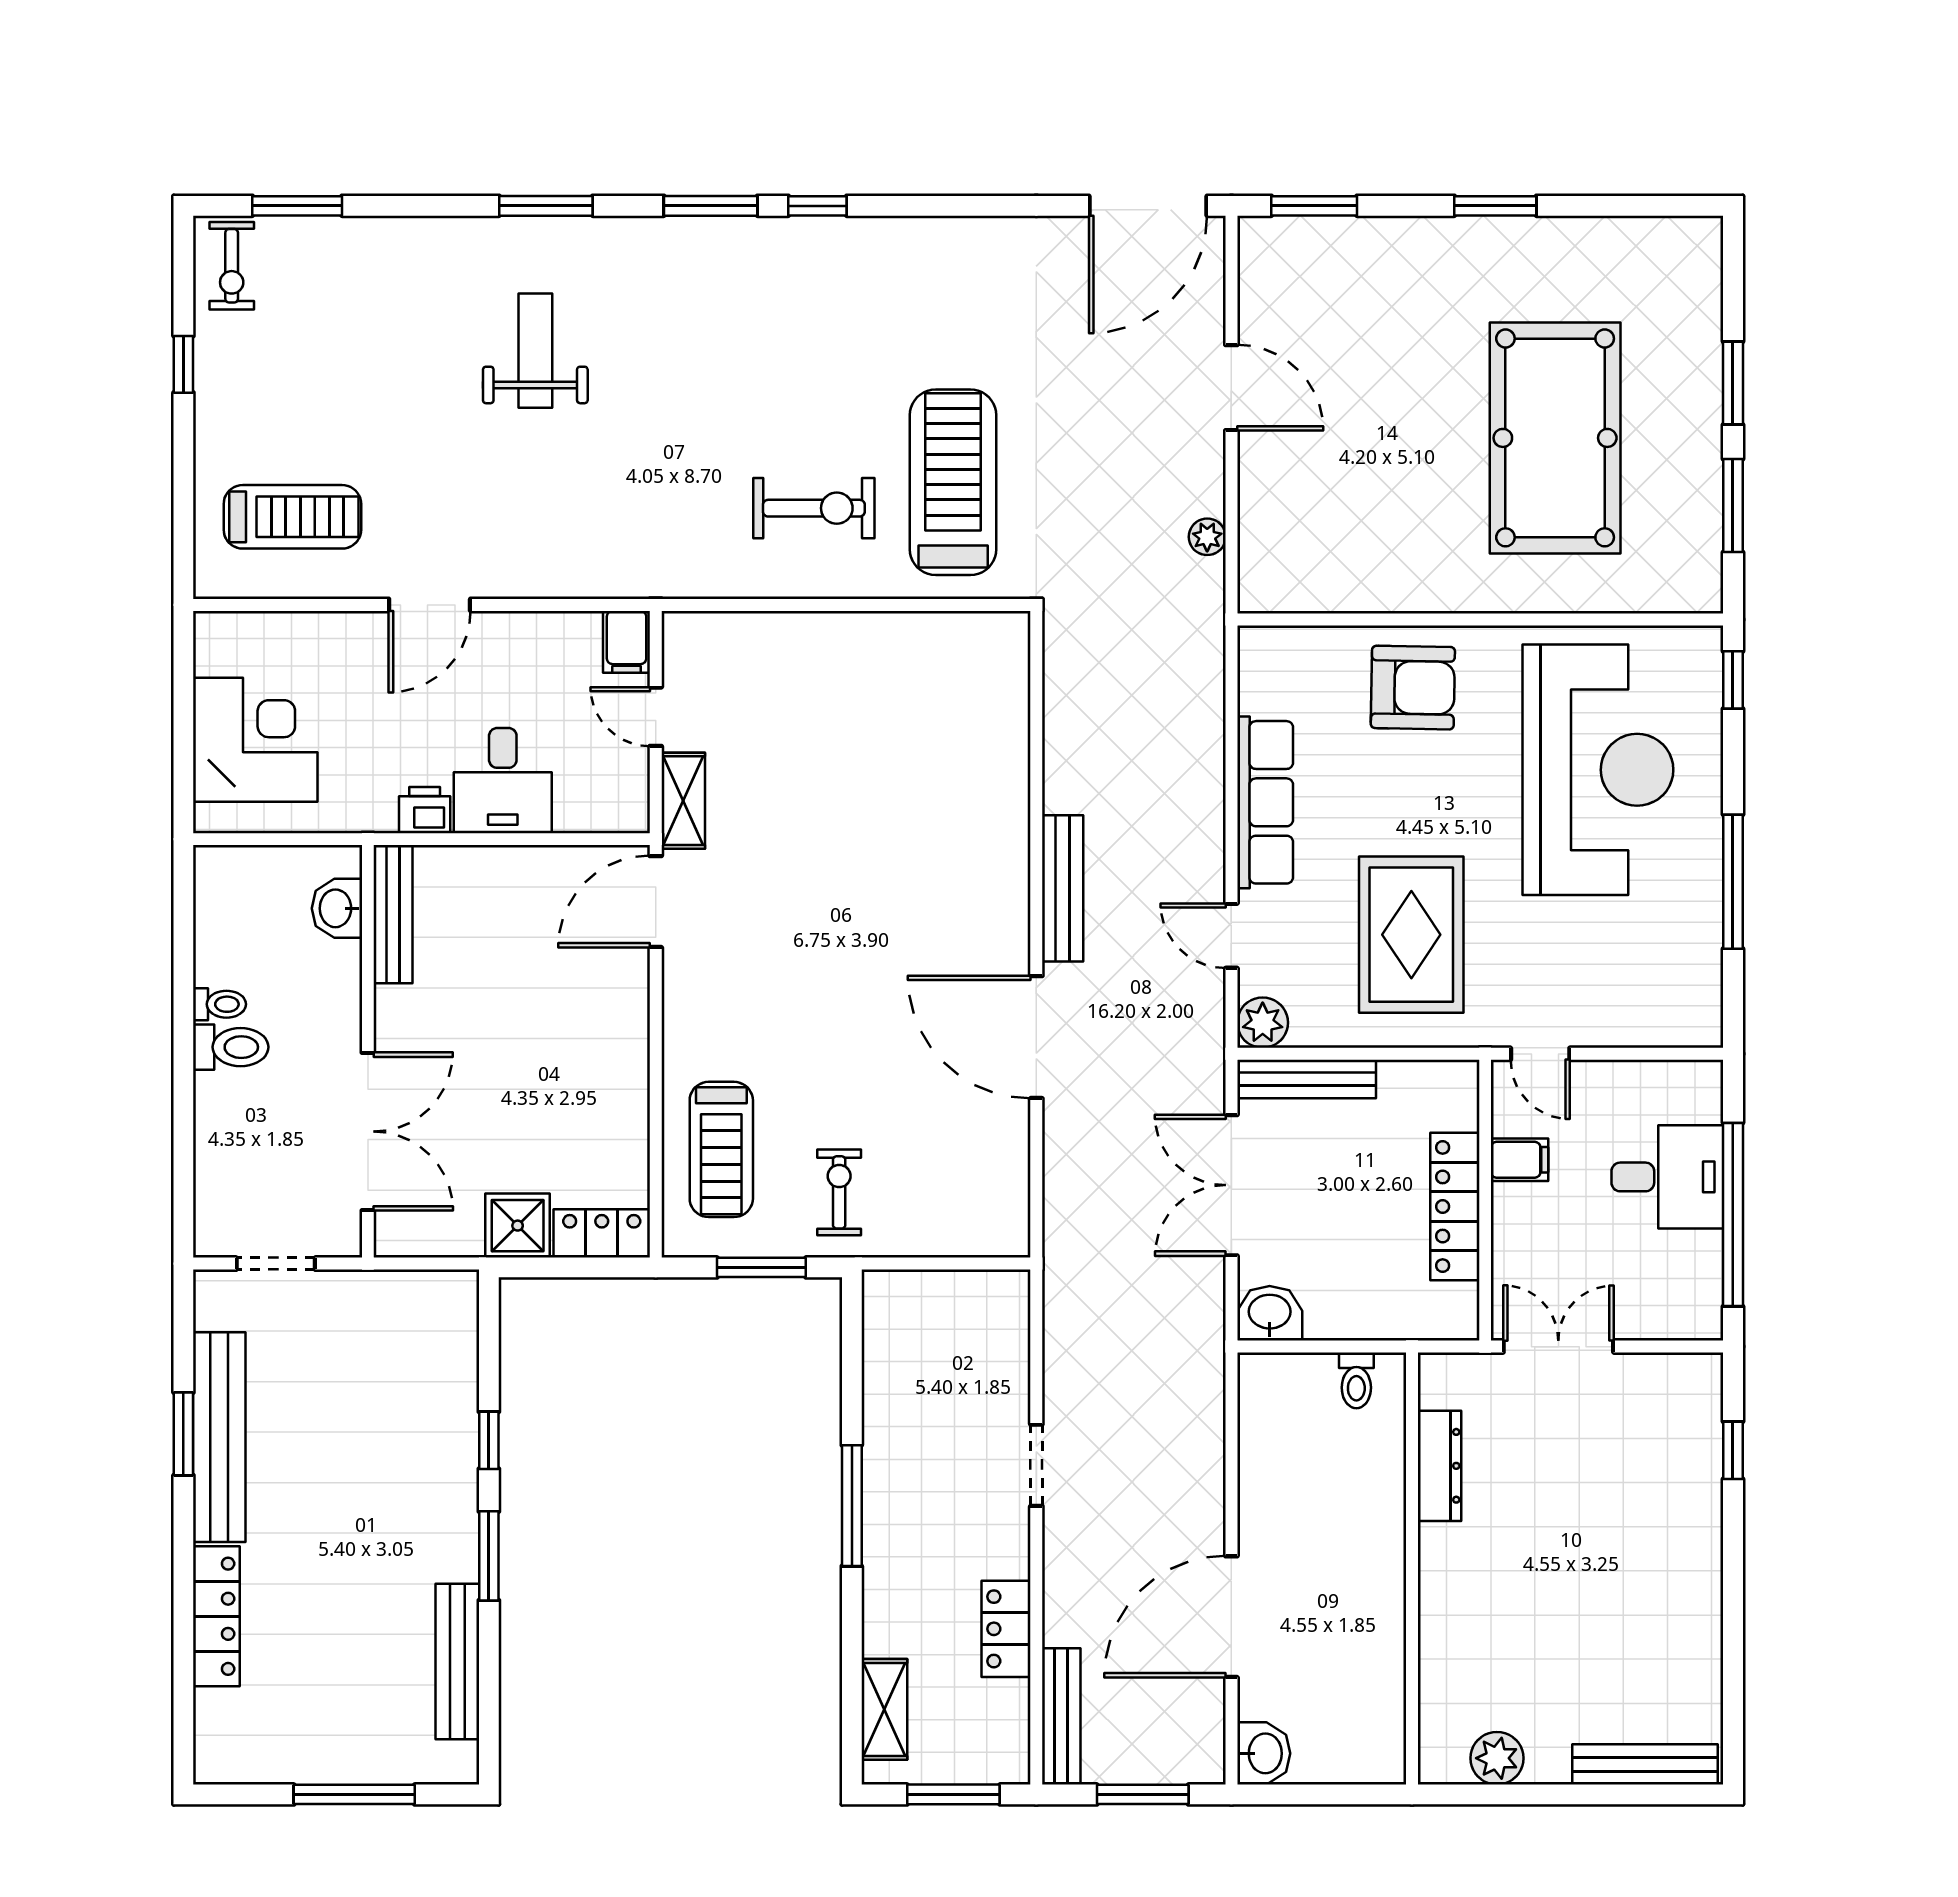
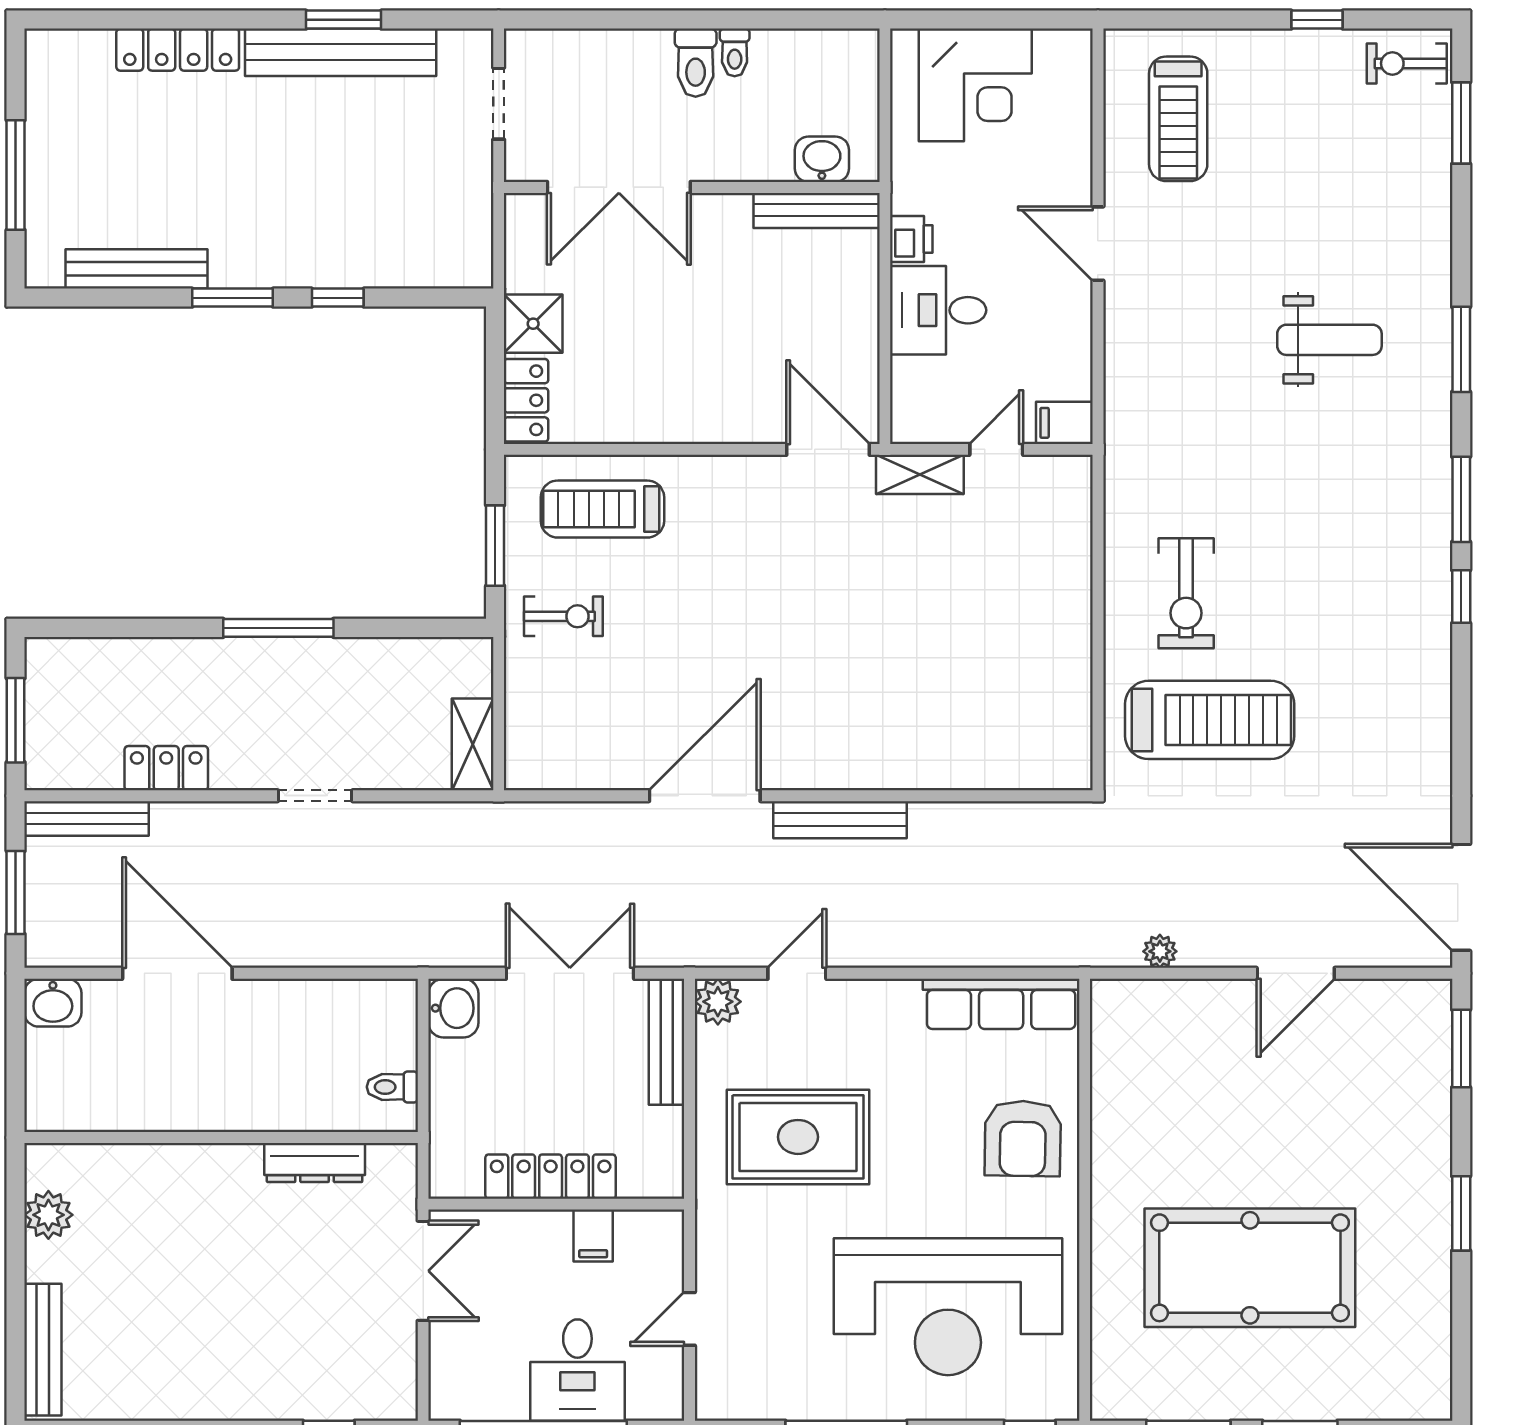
row of seats: (1265, 802) -> (1001, 1004), moved
door: (1540, 1054) -> (690, 1319), moved
shelving: (884, 1709) -> (473, 744), moved, turned 90

